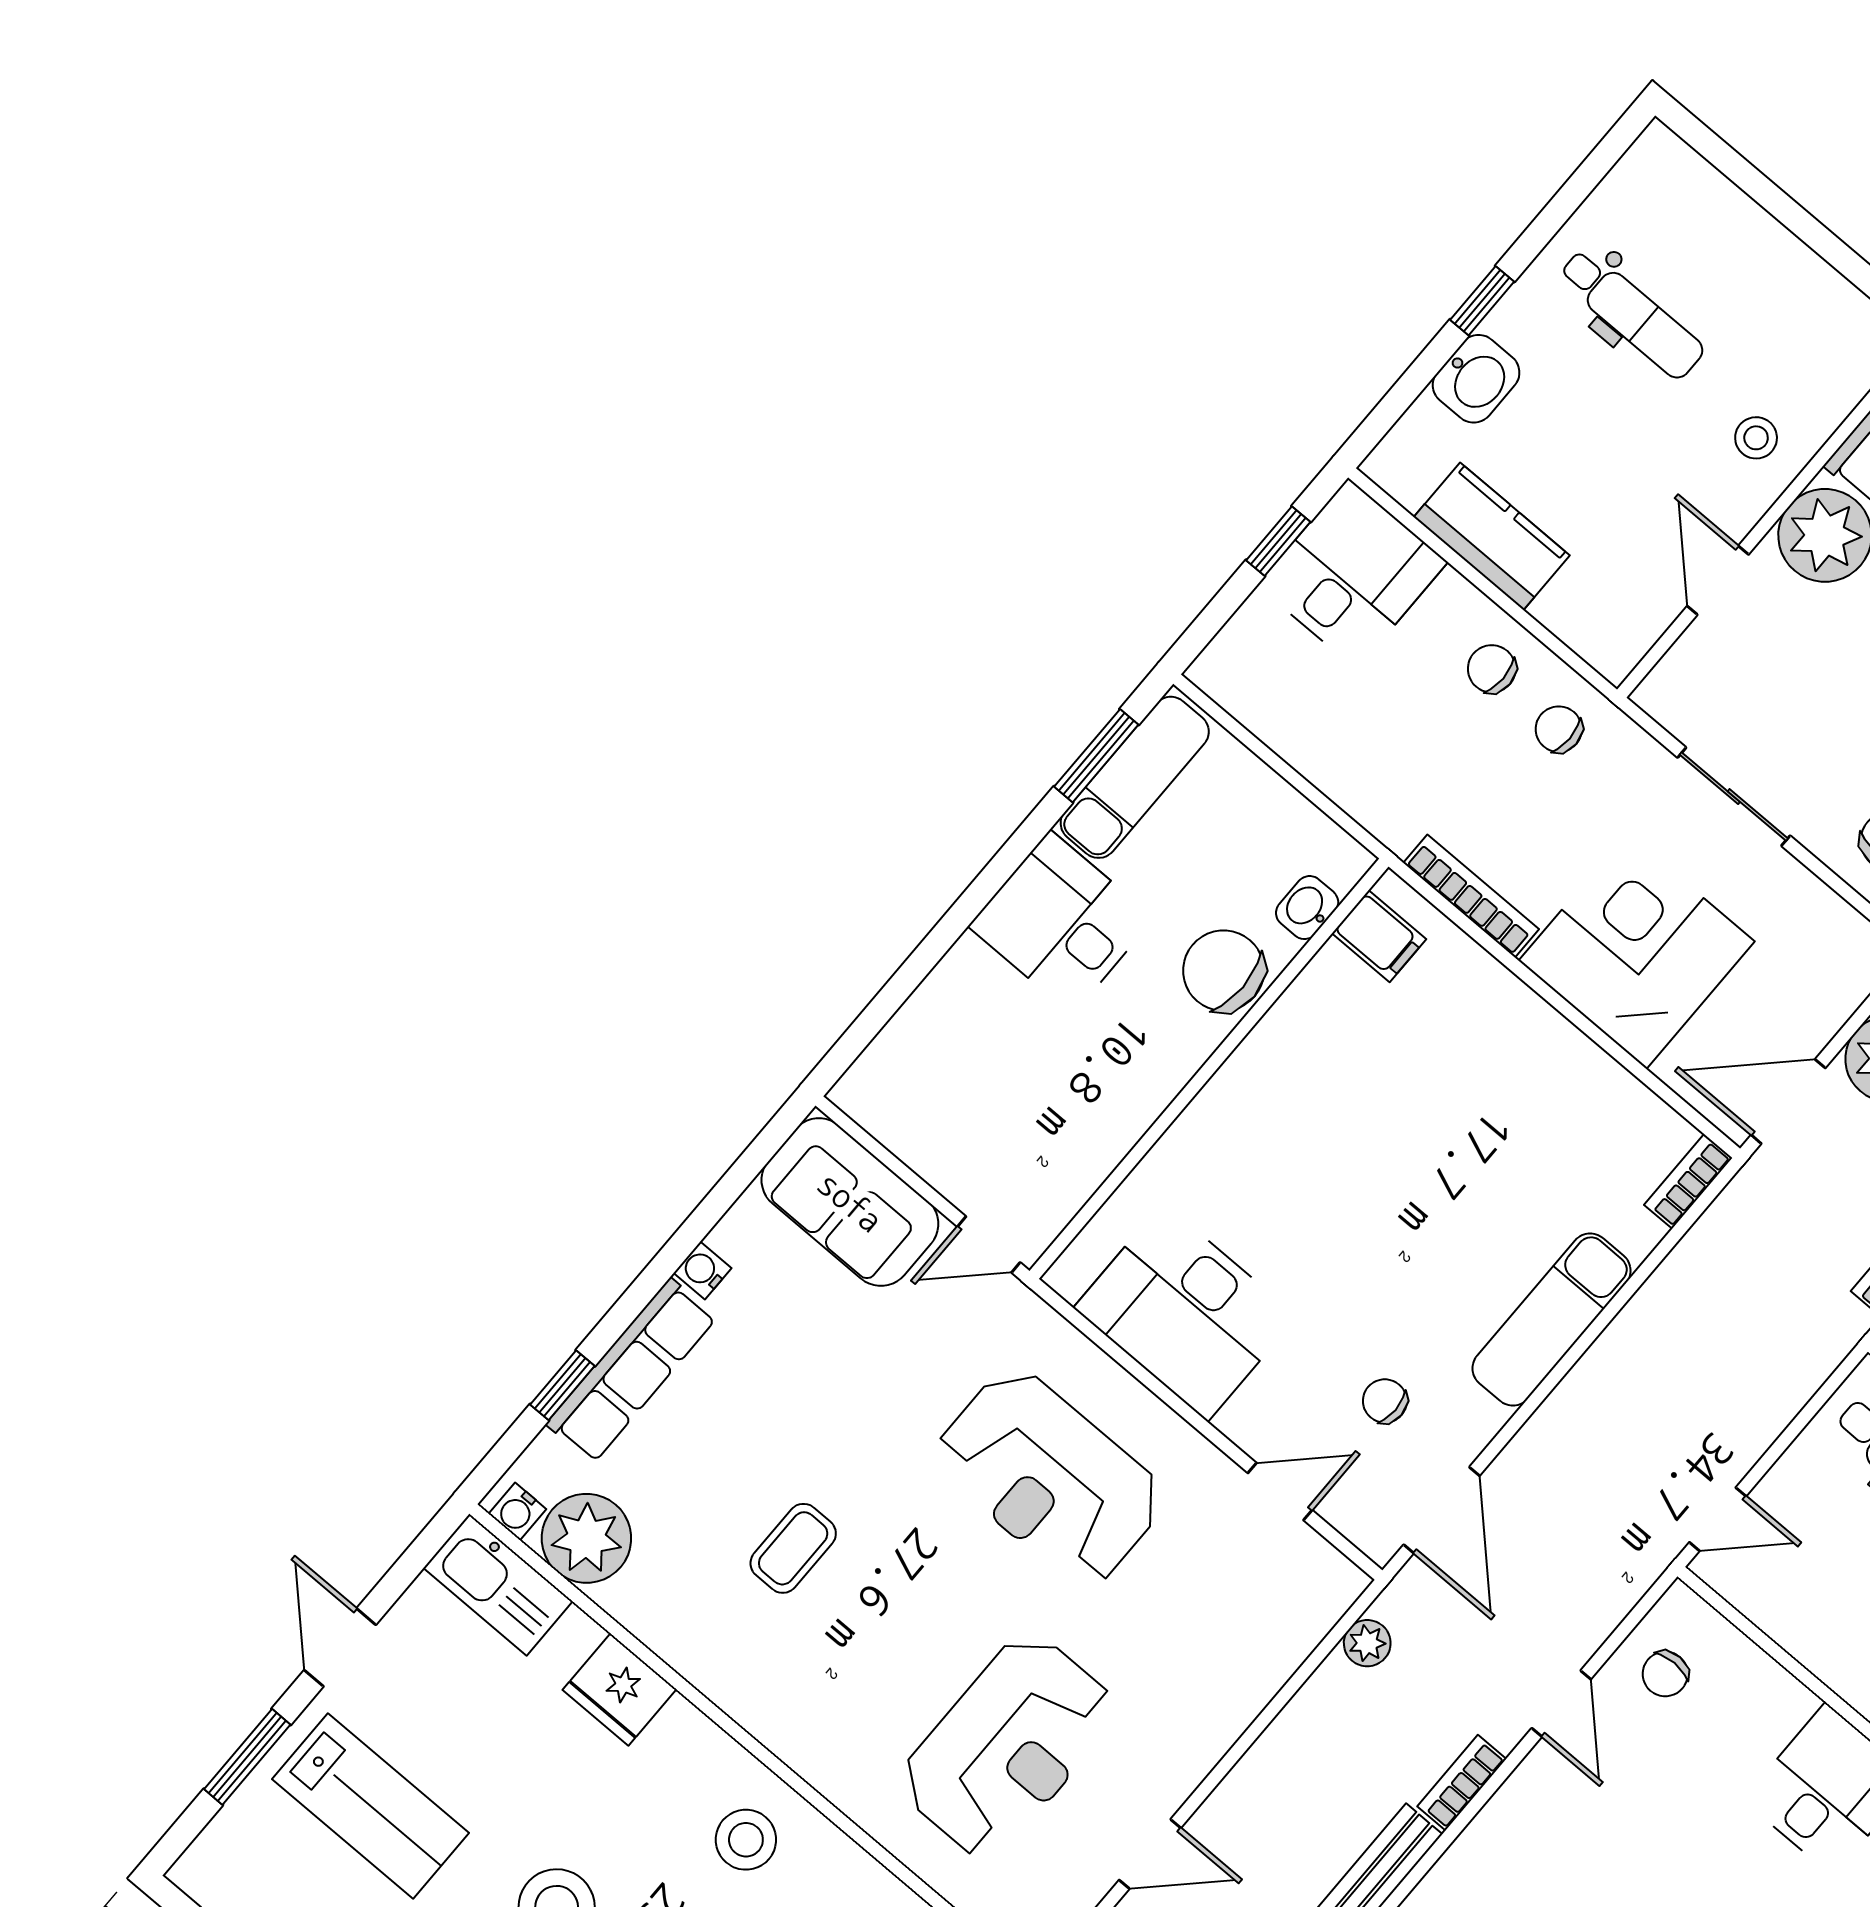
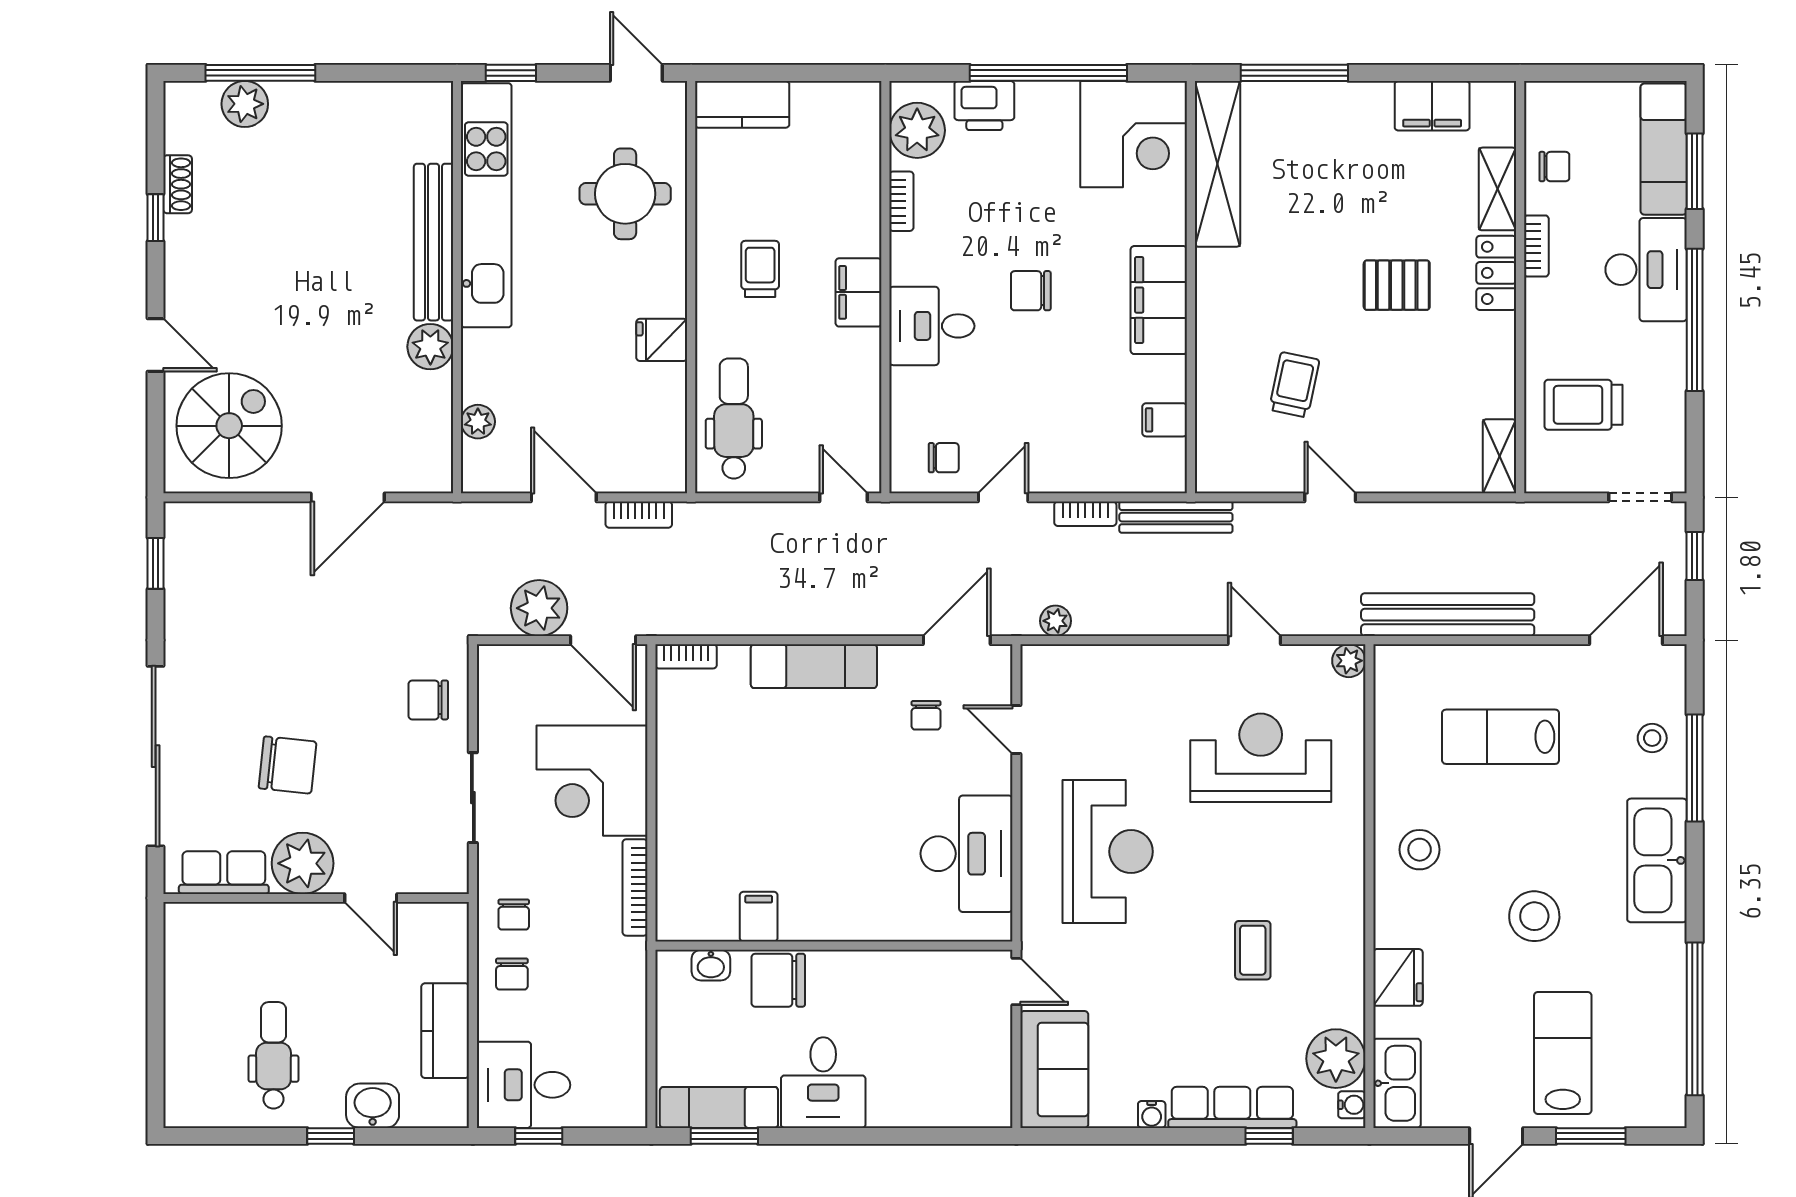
stool: (1756, 438) -> (283, 940), removed
door: (1718, 580) -> (371, 898), hinge flipped
filing cabinet: (1379, 936) -> (759, 917), moved
chair: (1224, 971) -> (778, 980), turned 90
coffee table: (793, 1548) -> (1253, 950), turned 90

